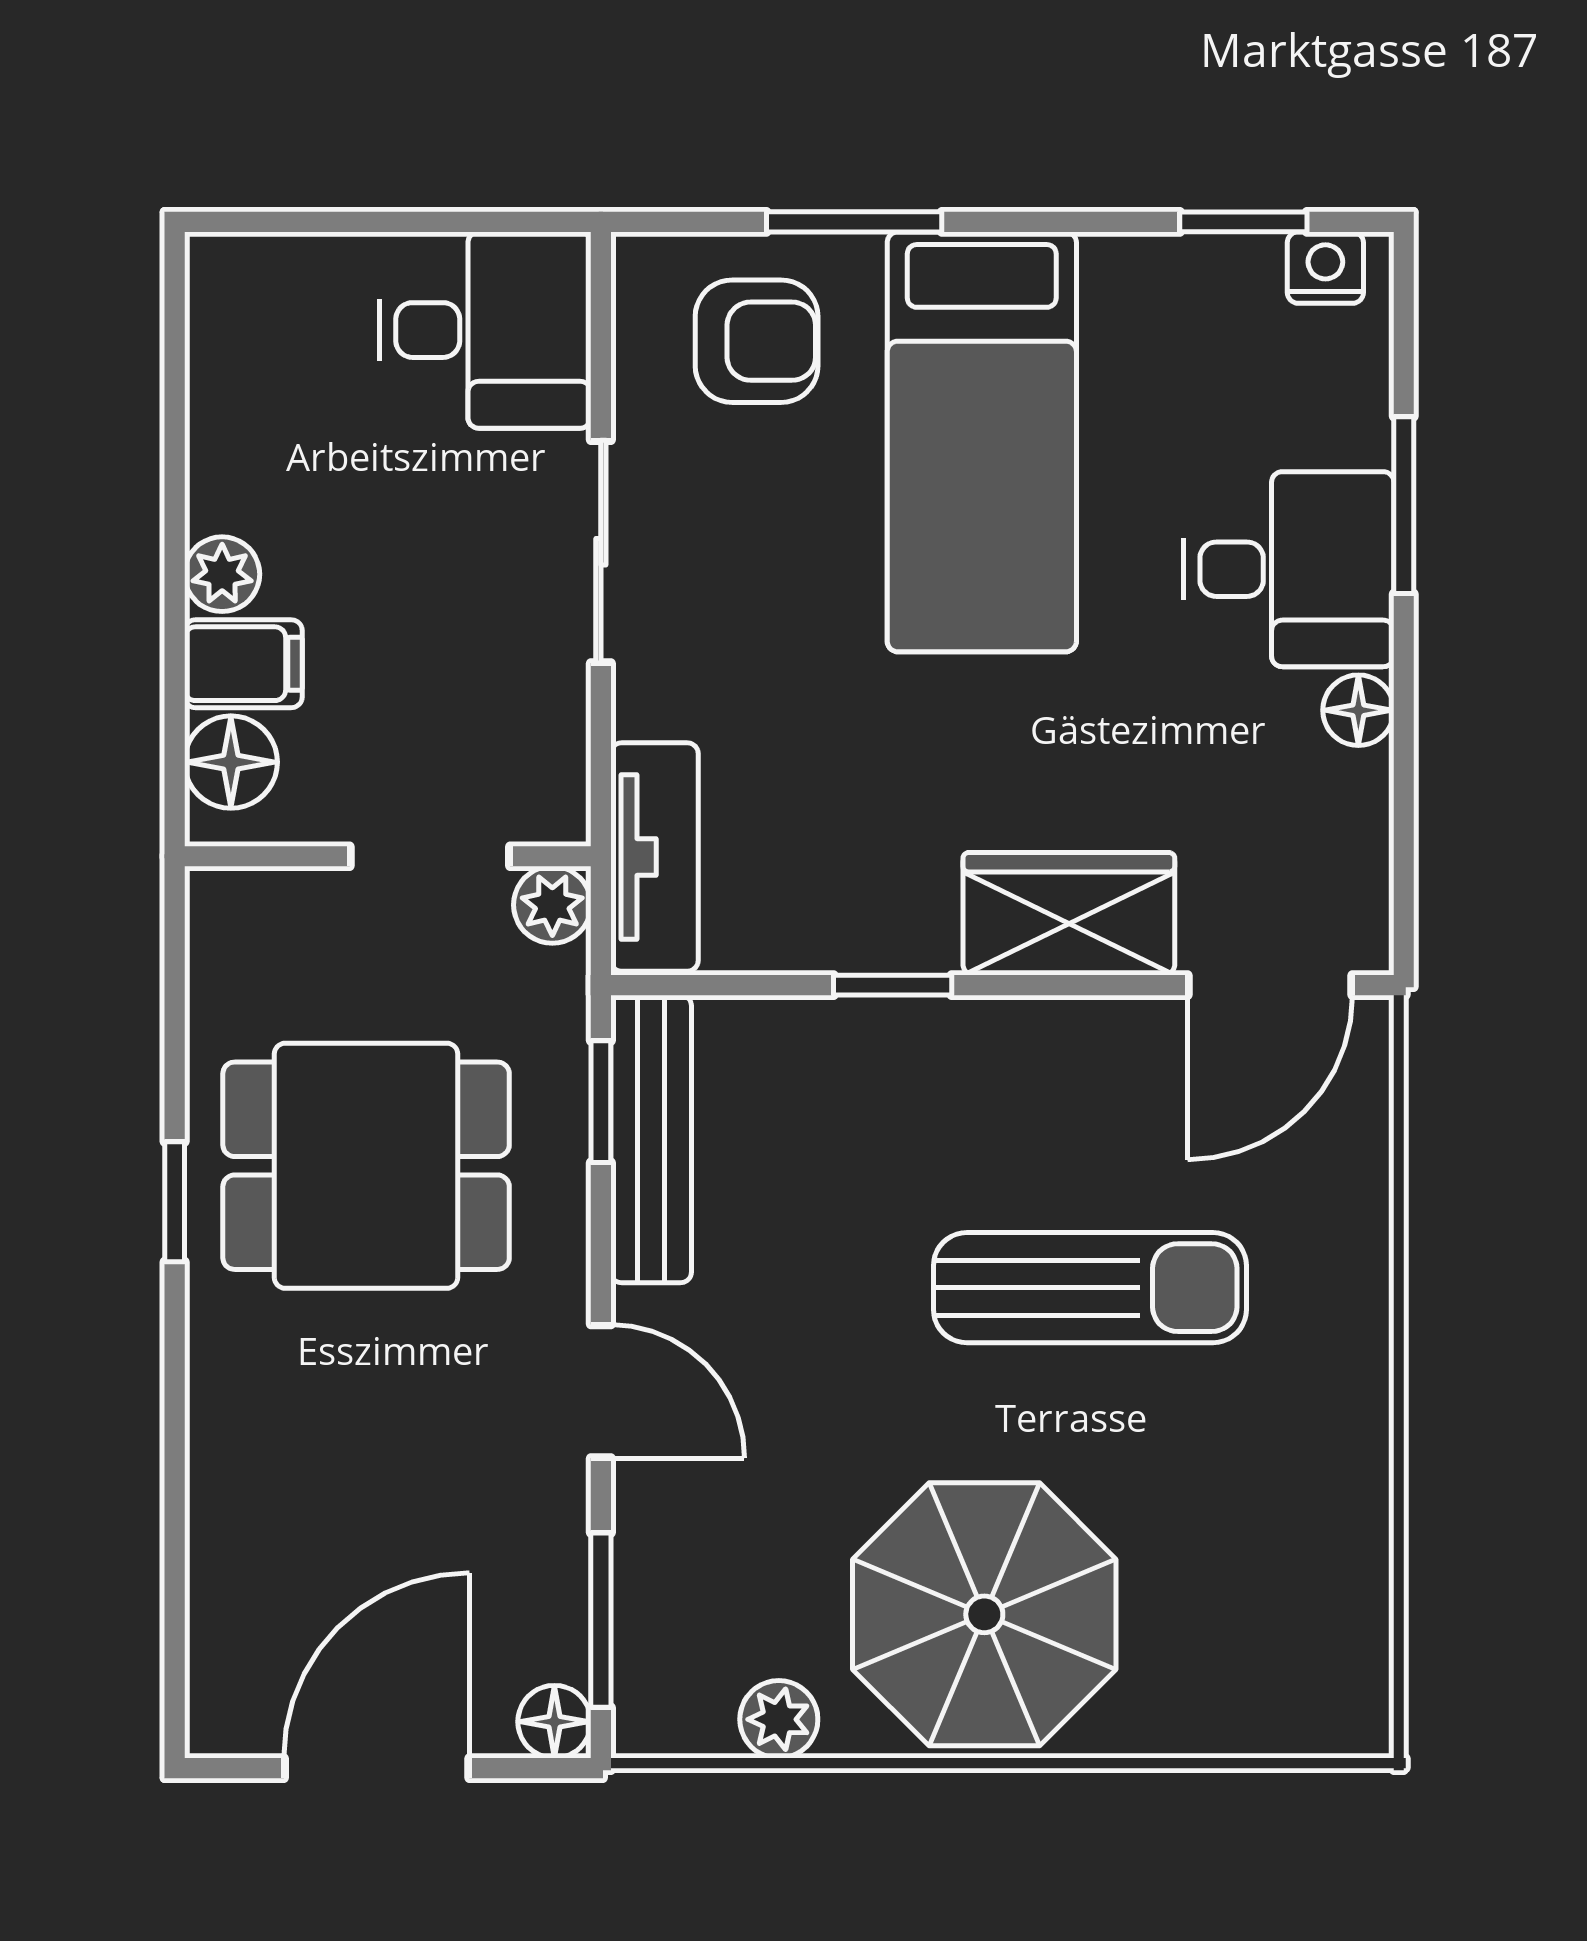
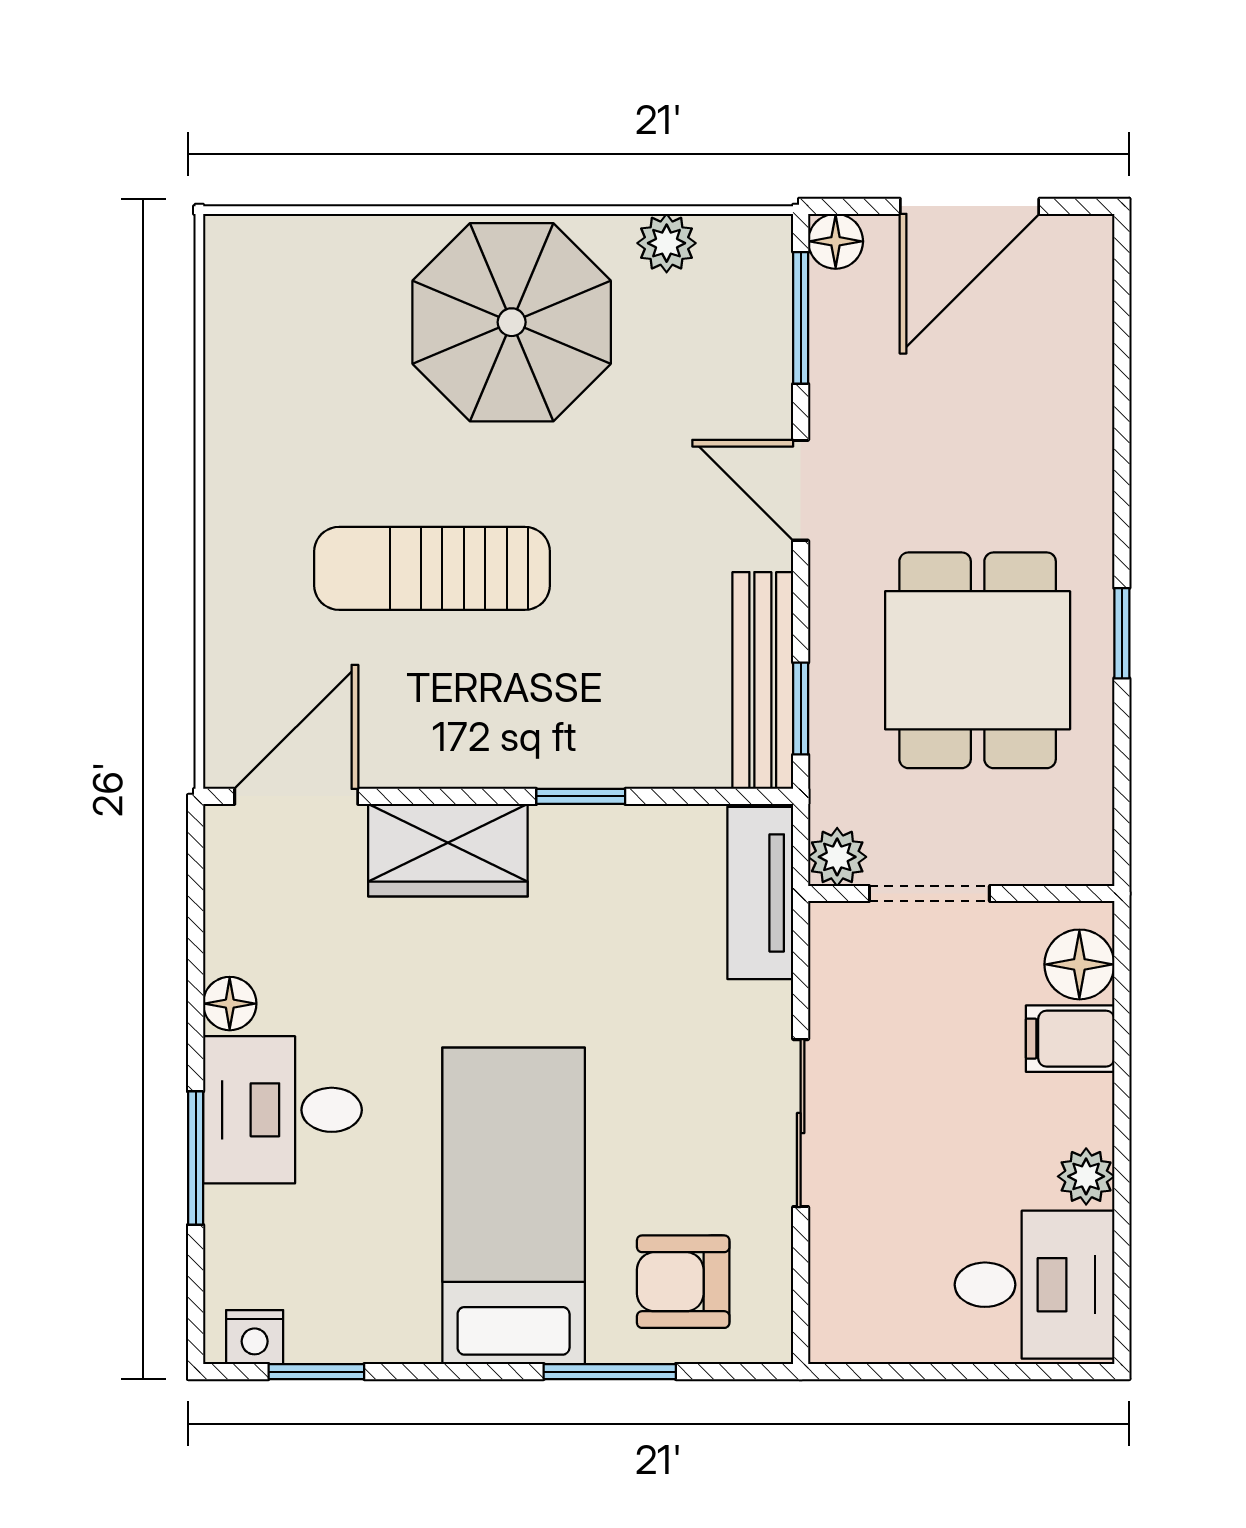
desk: (485, 330) -> (1034, 1285), moved, turned 180
plant: (222, 574) -> (1086, 1176), moved
dining table: (366, 1166) -> (978, 660), turned 90

